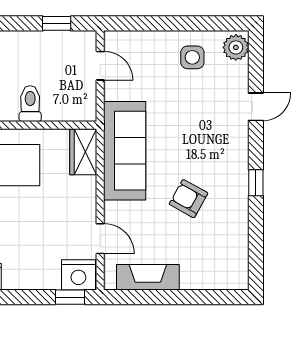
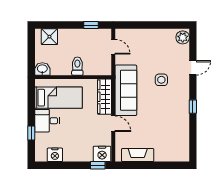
side table: (192, 57) -> (161, 80), moved
wardrobe: (83, 152) -> (105, 97), width x1.50
armchair: (188, 199) -> (158, 115), removed
door: (100, 239) -> (113, 124), moved

